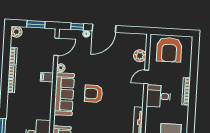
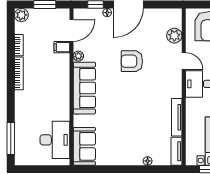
filing cabinet: (47, 77) -> (62, 47), moved
door: (146, 77) -> (184, 61), swing flipped
armchair: (93, 94) -> (132, 61), moved

